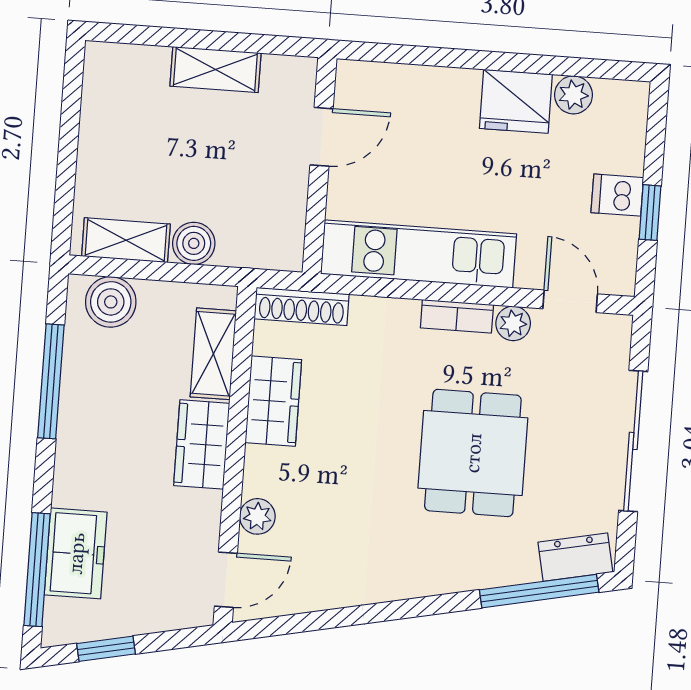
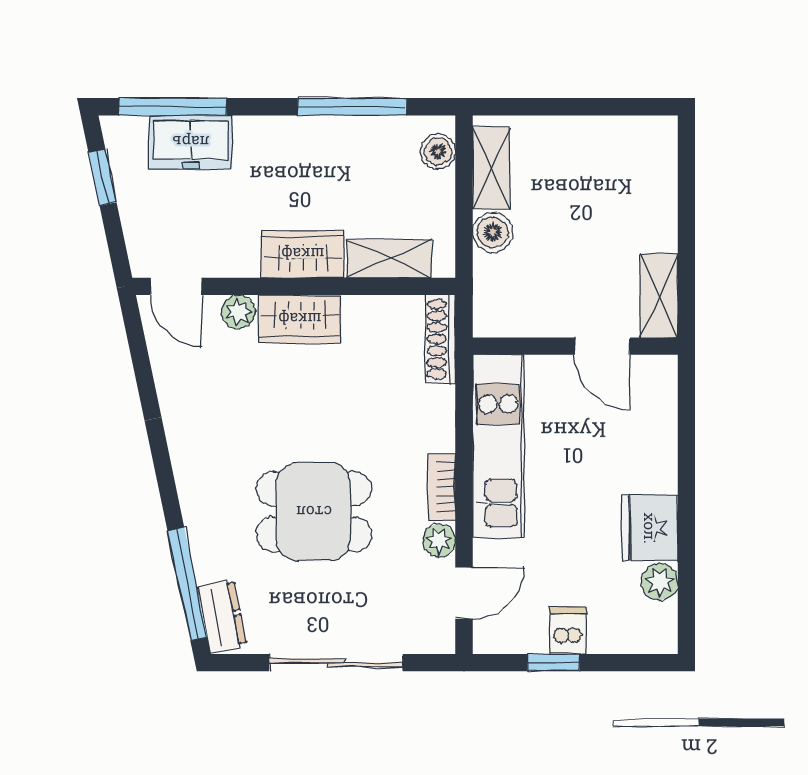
shelving: (215, 70) -> (659, 296), moved
boiler: (111, 302) -> (438, 152), width x0.73, depth x0.73
wardrobe: (273, 401) -> (300, 319), moved

